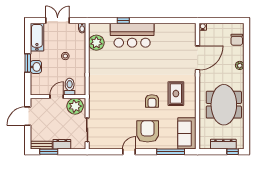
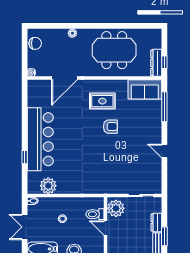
bar counter: (132, 35) -> (40, 139), width x1.36
chair: (237, 40) -> (35, 43), moved
door: (198, 58) -> (64, 78), swing flipped
armchair: (148, 131) -> (143, 131), removed
dresser: (223, 144) -> (156, 63), moved
window: (233, 152) -> (164, 62), moved

